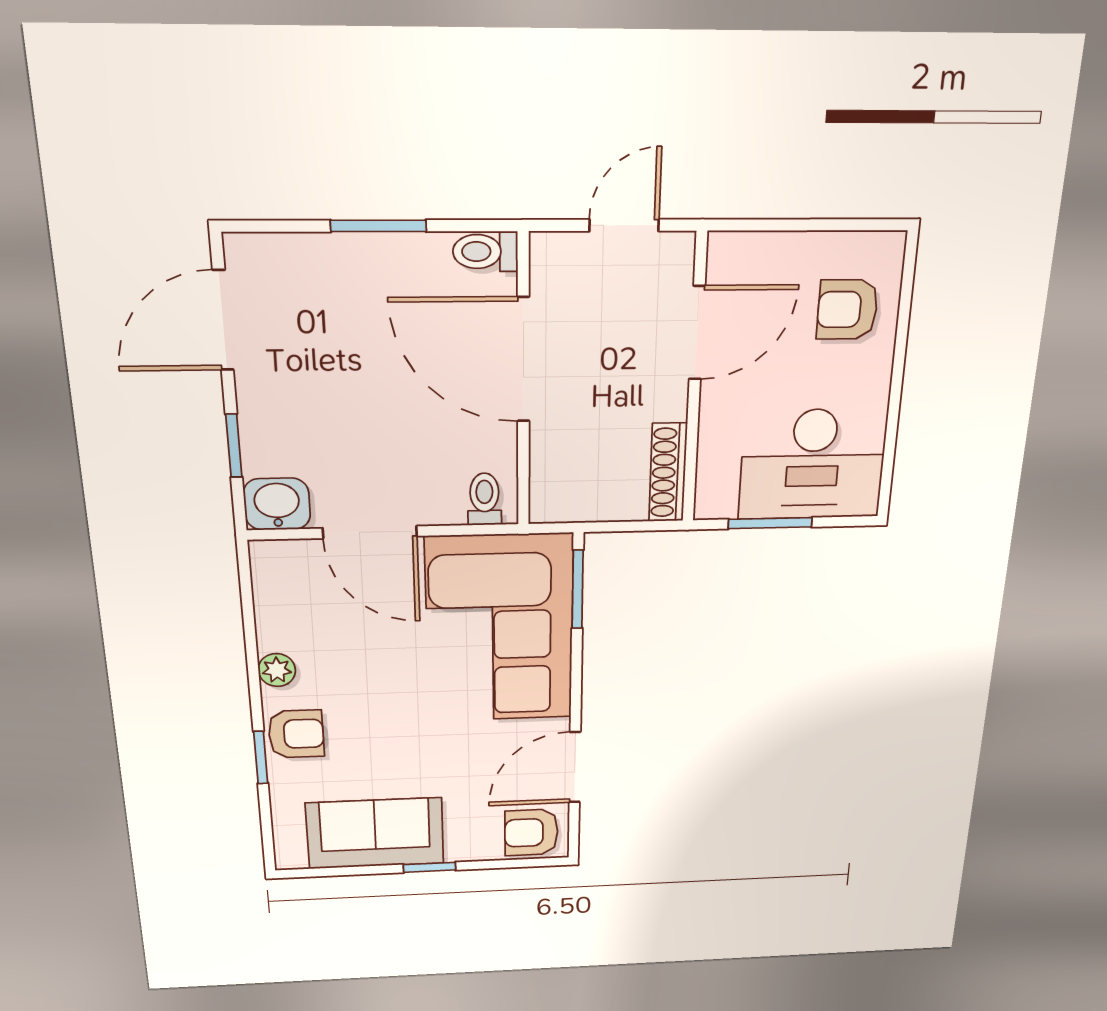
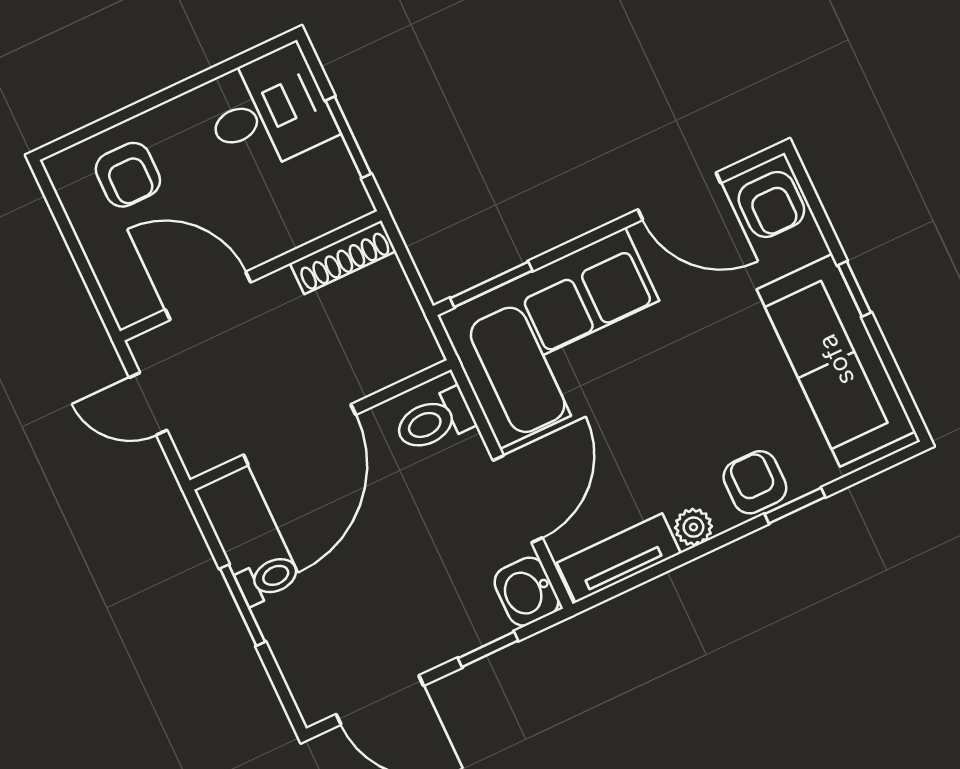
toilet: (485, 251) -> (268, 579), moved, turned -90
desk: (813, 464) -> (268, 111), width x0.73
toilet: (484, 499) -> (434, 421), width x1.37, depth x1.39
tv unit: (275, 597) -> (619, 558), added
sofa: (375, 833) -> (836, 360), width x1.36

